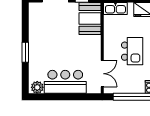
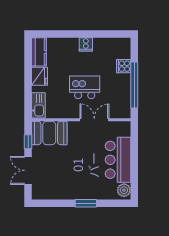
double door: (102, 74) -> (94, 120), moved

